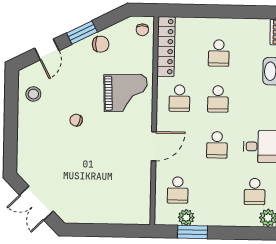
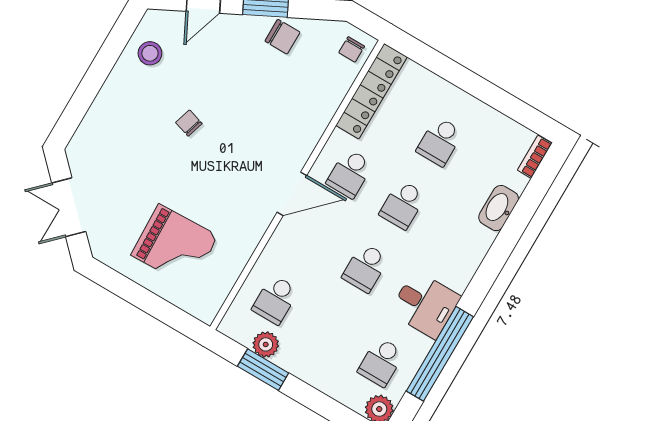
grand piano: (126, 93) -> (175, 246), moved
door: (154, 146) -> (292, 194), moved

